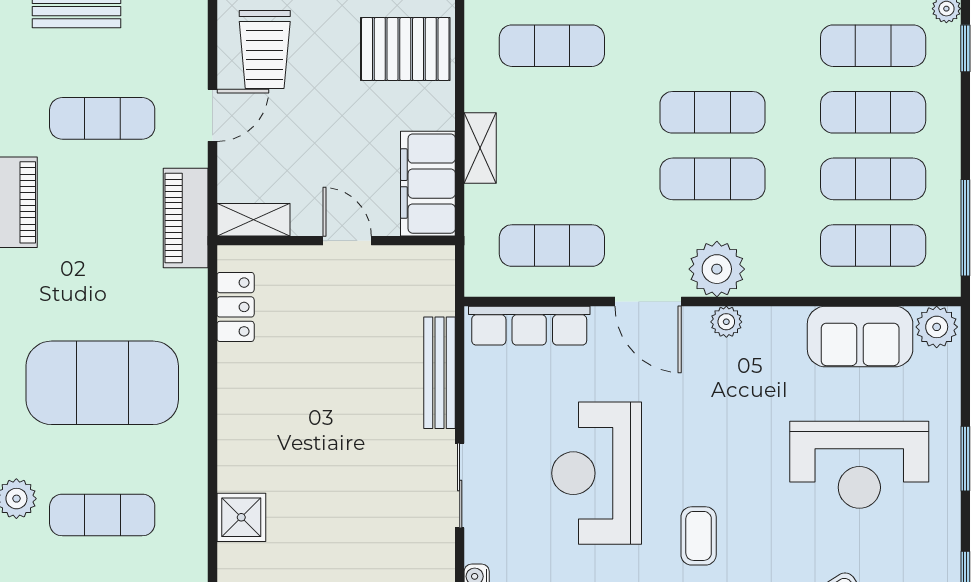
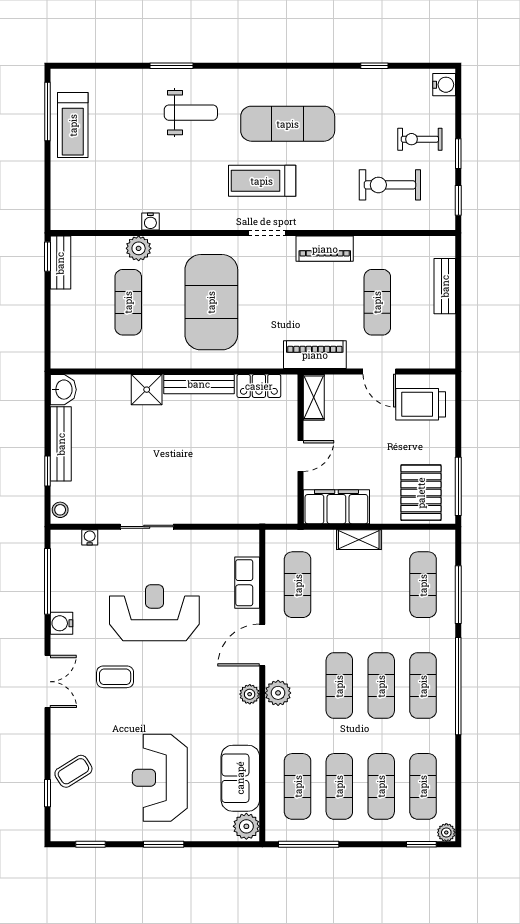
exercise mat: (712, 46) -> (423, 686), added
plant: (717, 269) -> (278, 693), width x0.73, depth x0.73
row of seats: (529, 326) -> (247, 583), width x0.68
bench: (439, 373) -> (199, 384), moved
shower: (241, 517) -> (147, 390), moved

